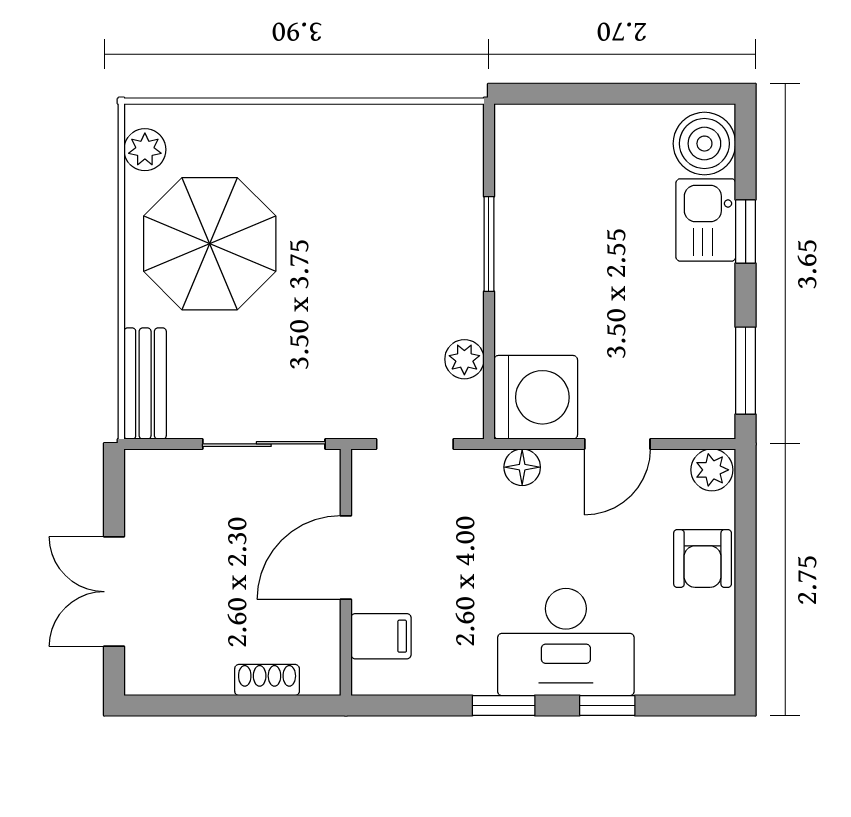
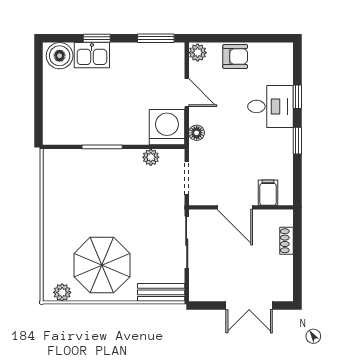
desk: (566, 642) -> (270, 106), width x0.73

